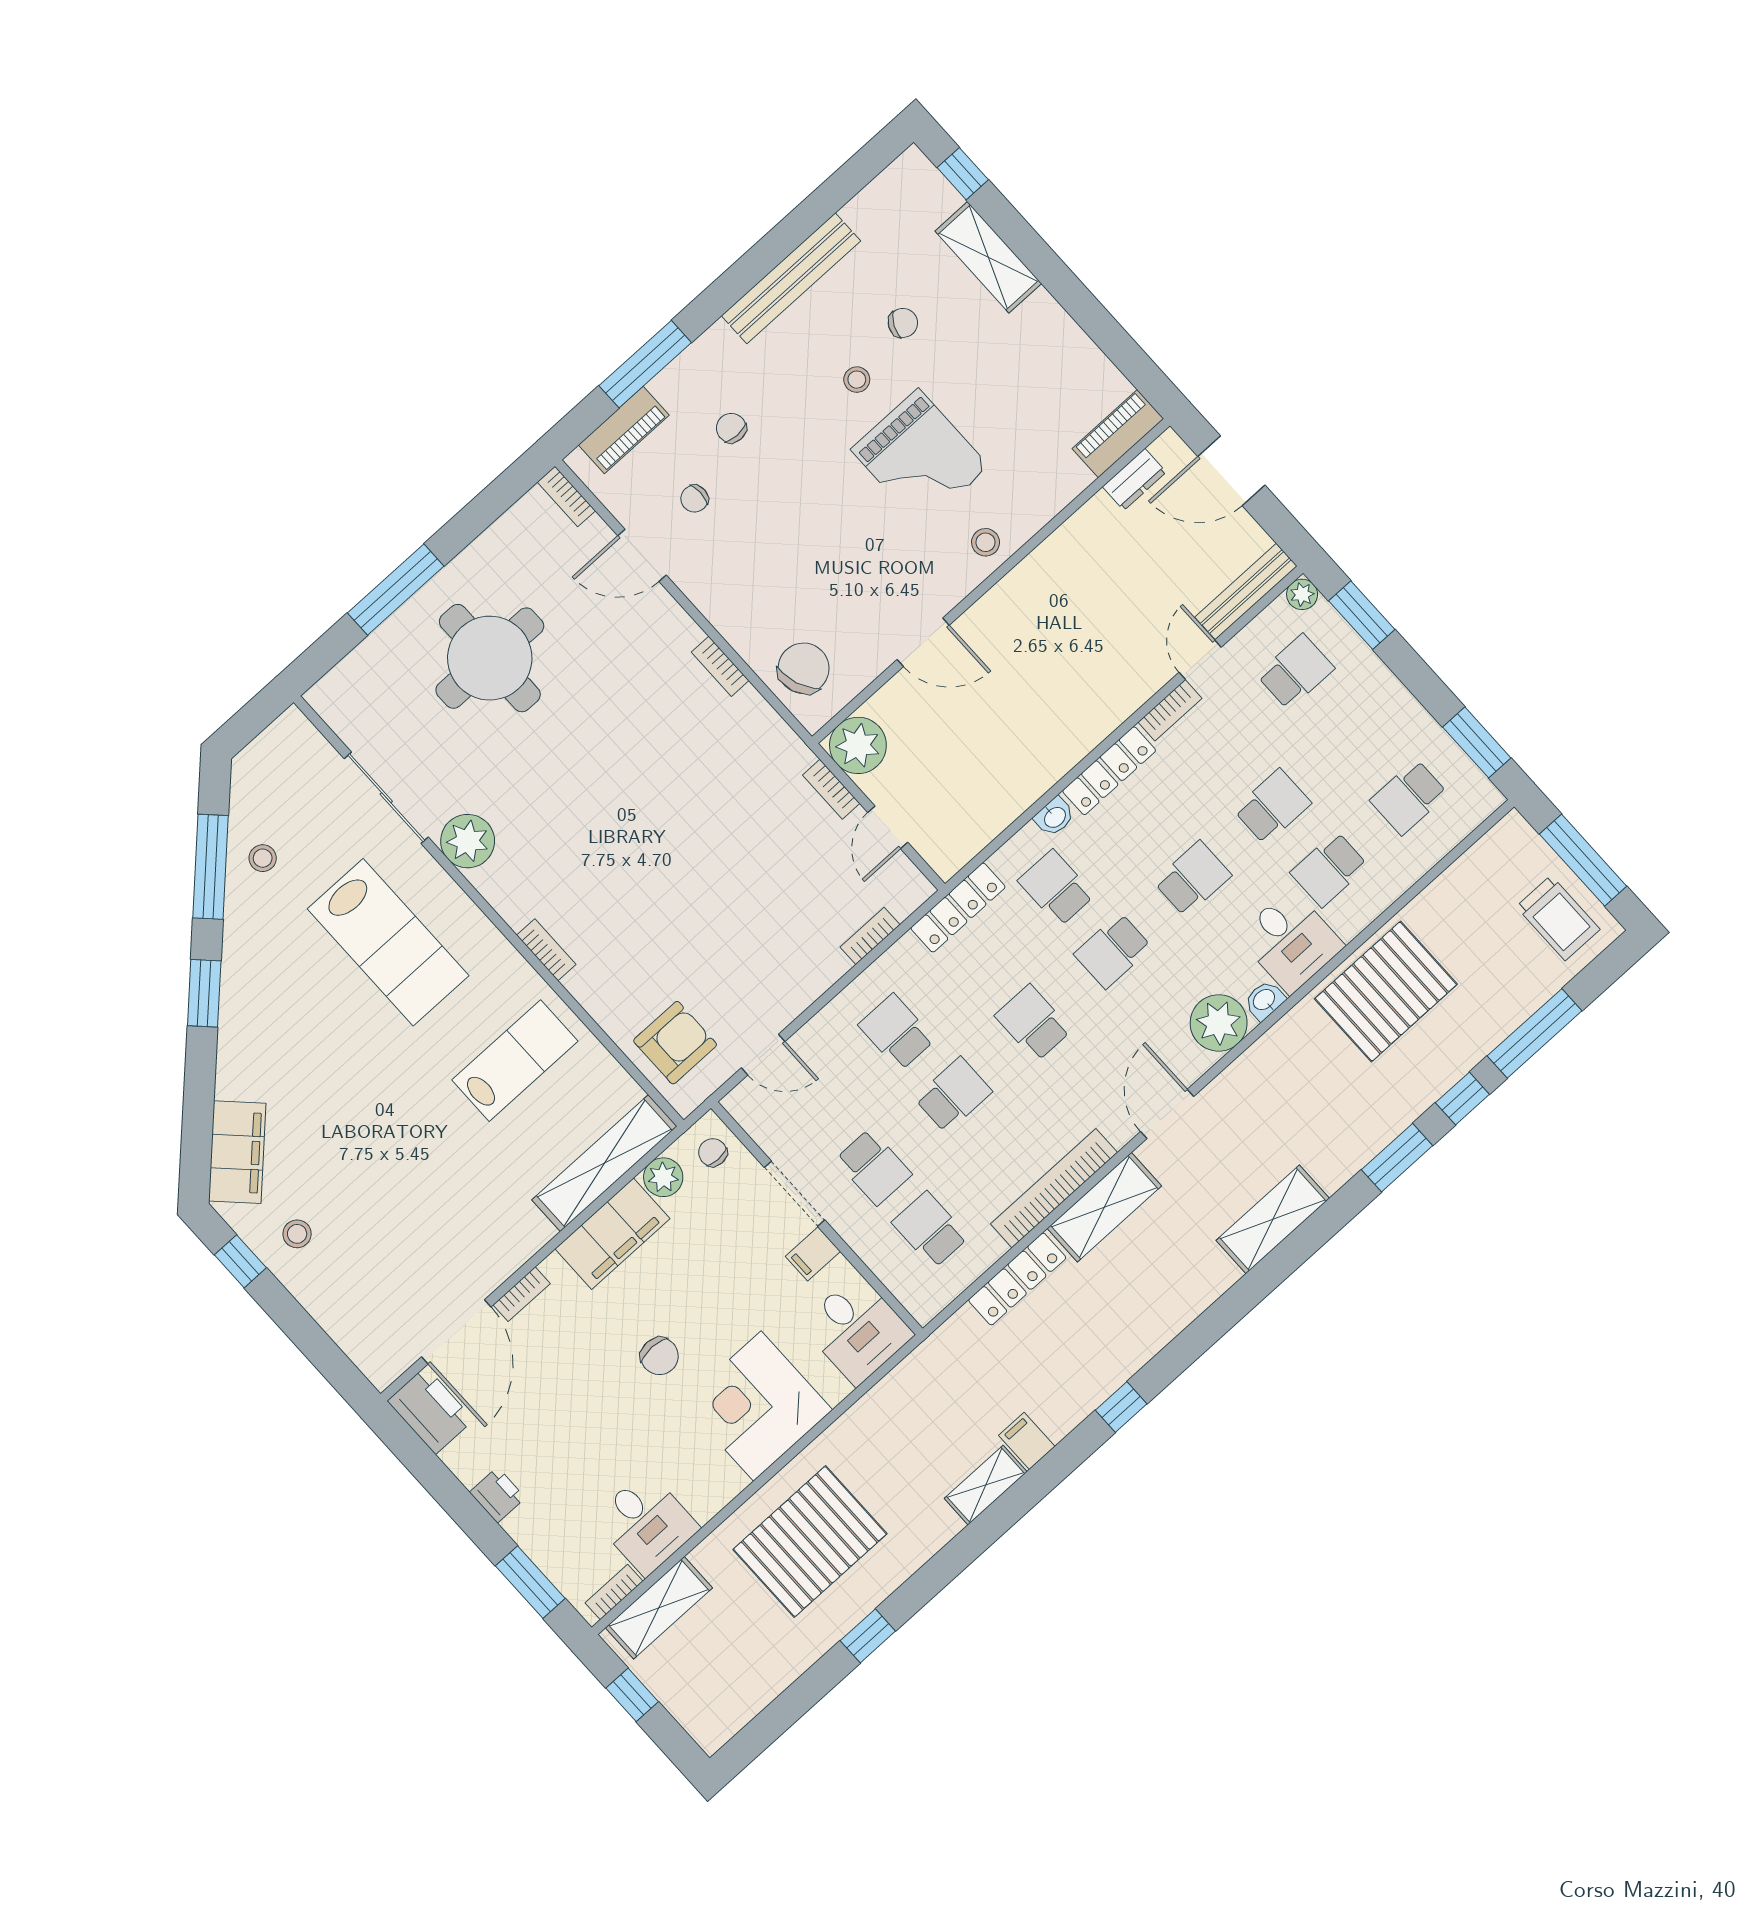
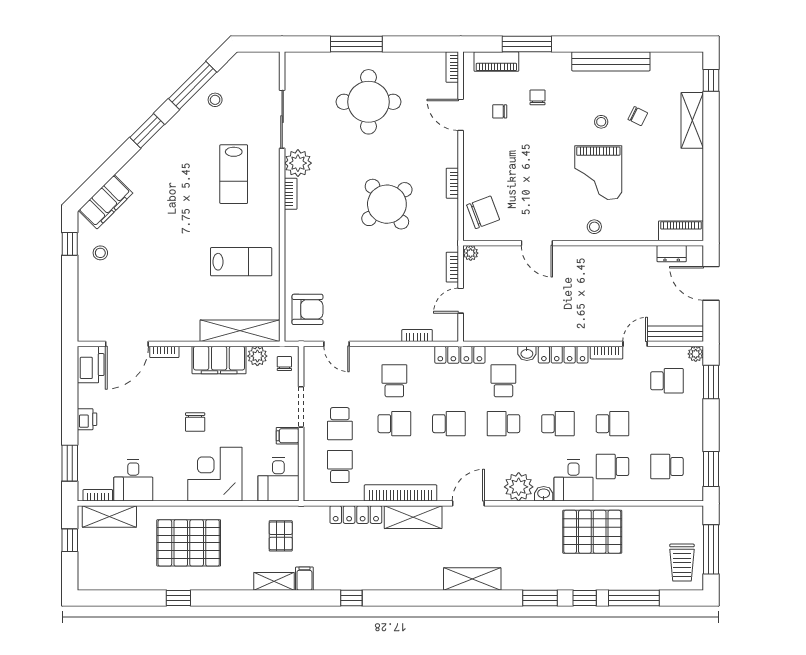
plant: (858, 745) -> (471, 253), width x0.53, depth x0.53
round table: (652, 783) -> (387, 204), added
lab bench: (388, 942) -> (234, 174), width x0.73, depth x0.72
bookcase: (546, 950) -> (291, 194), moved
school desk: (1033, 1023) -> (449, 424), turned 90
pallet: (935, 1410) -> (281, 536), added

